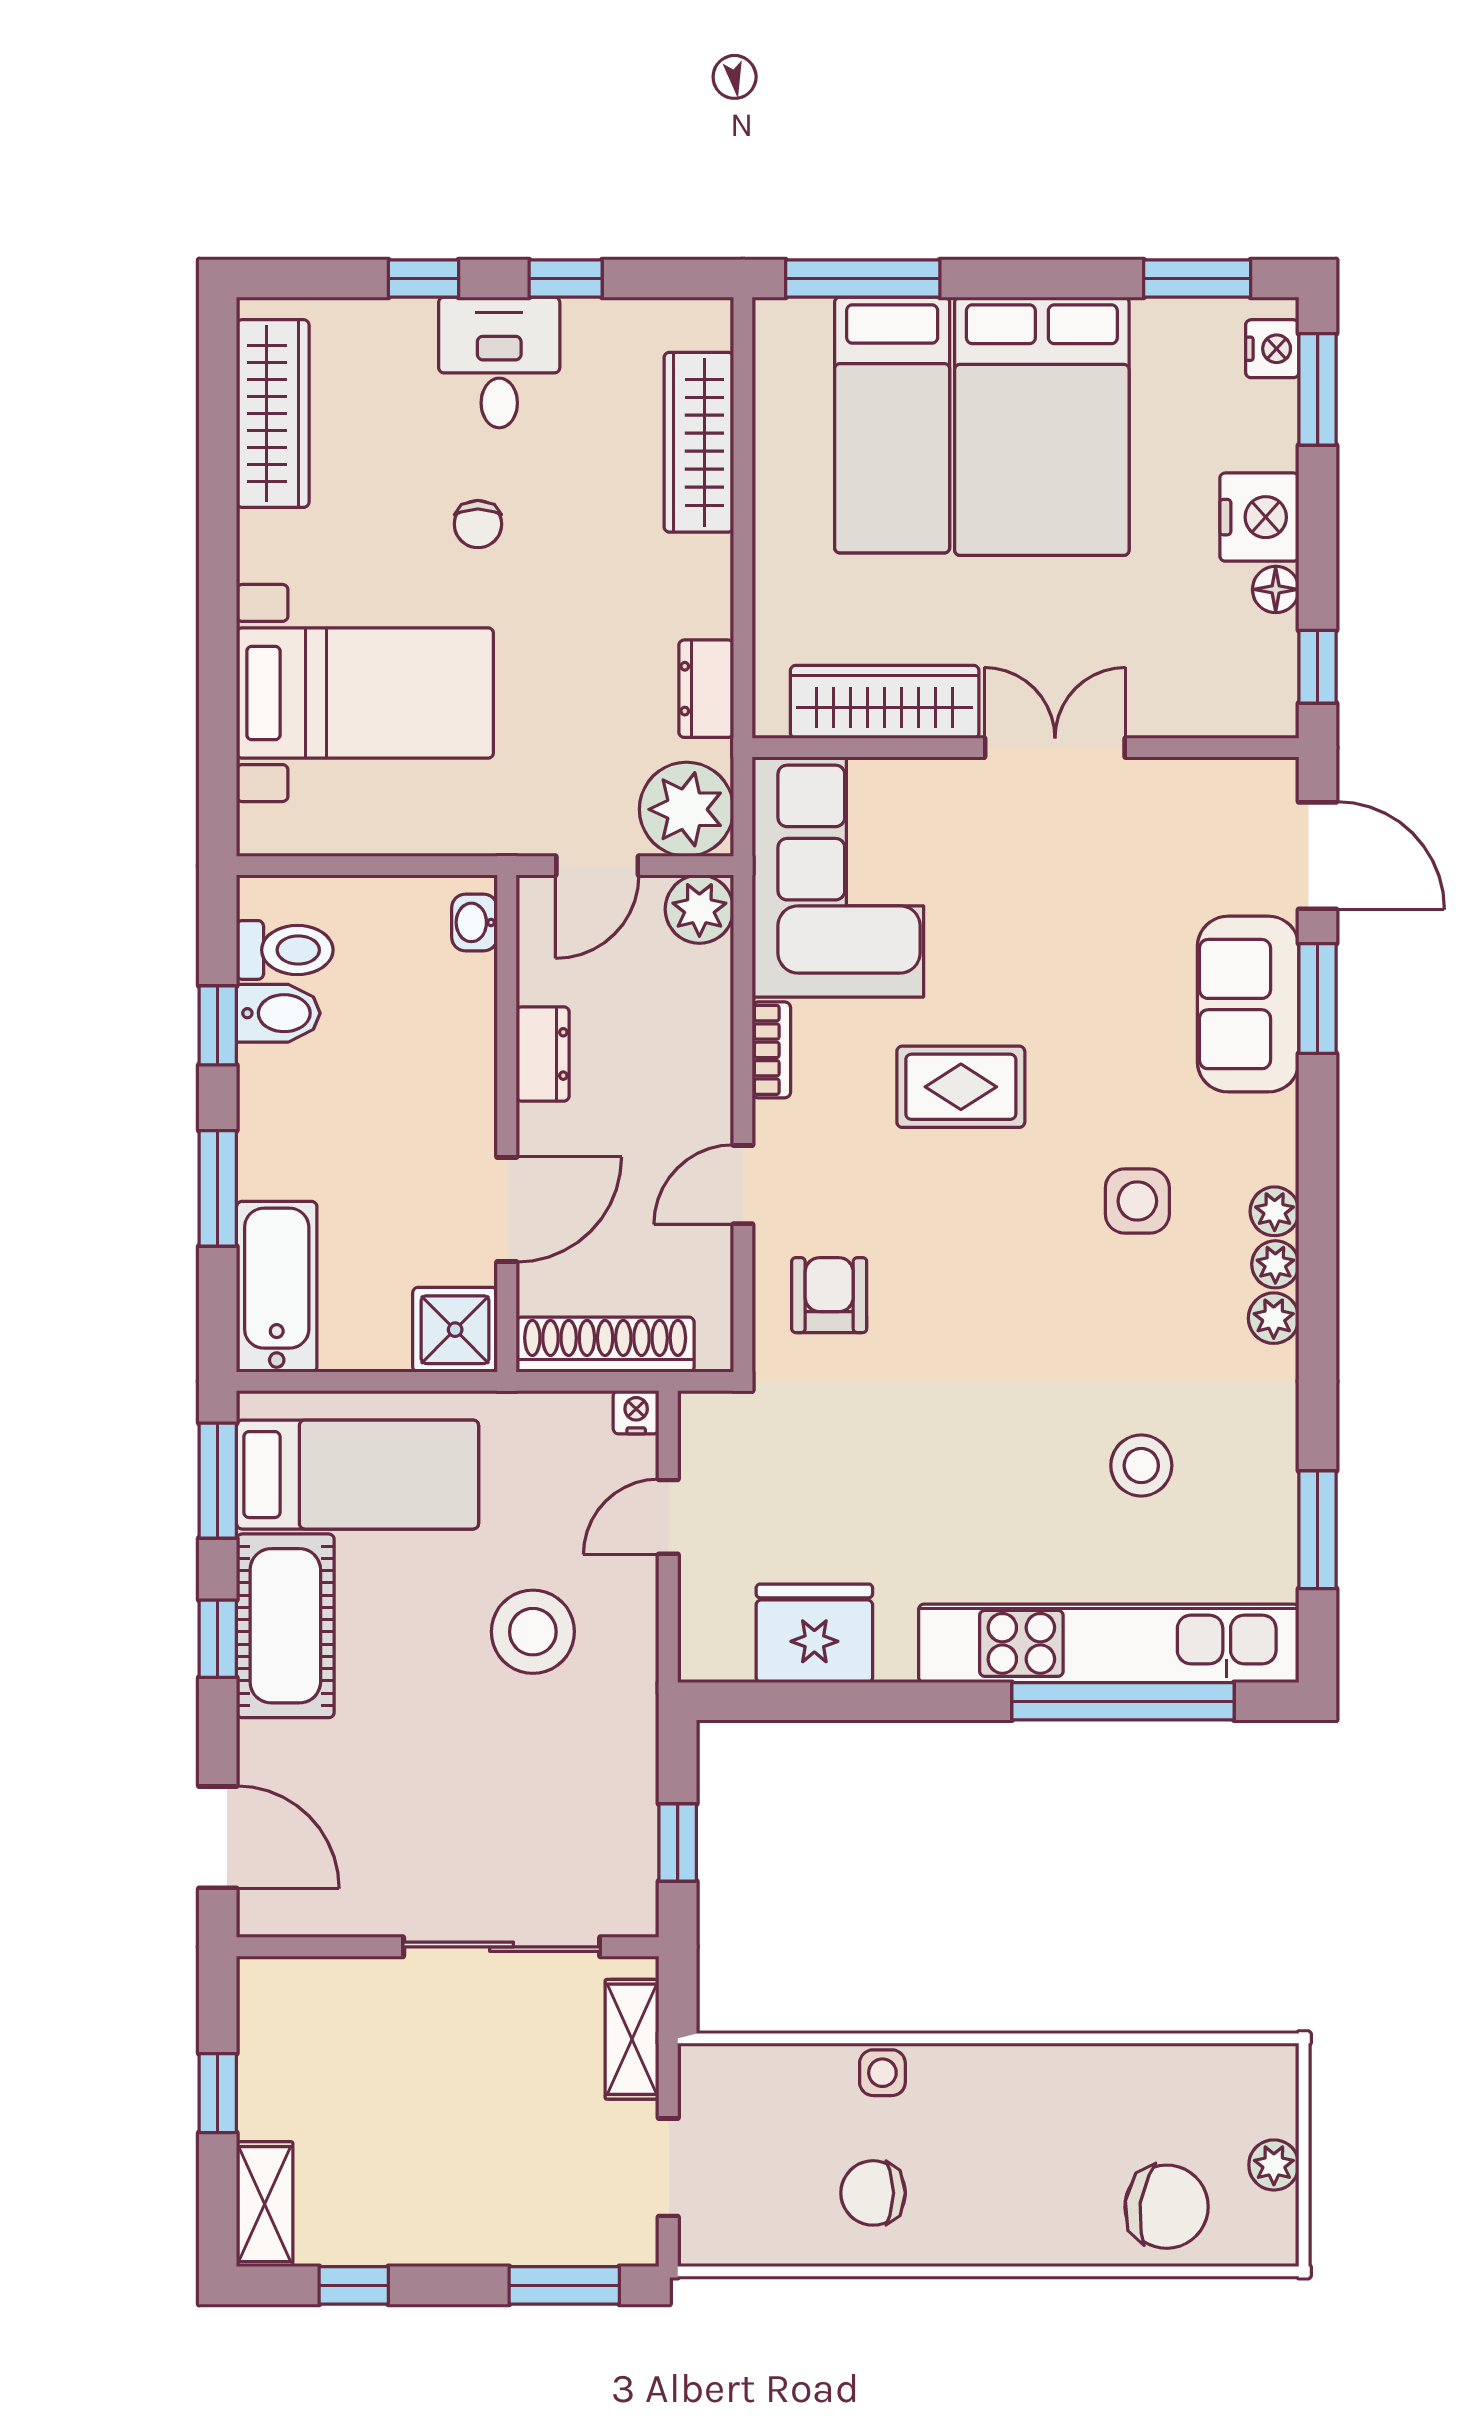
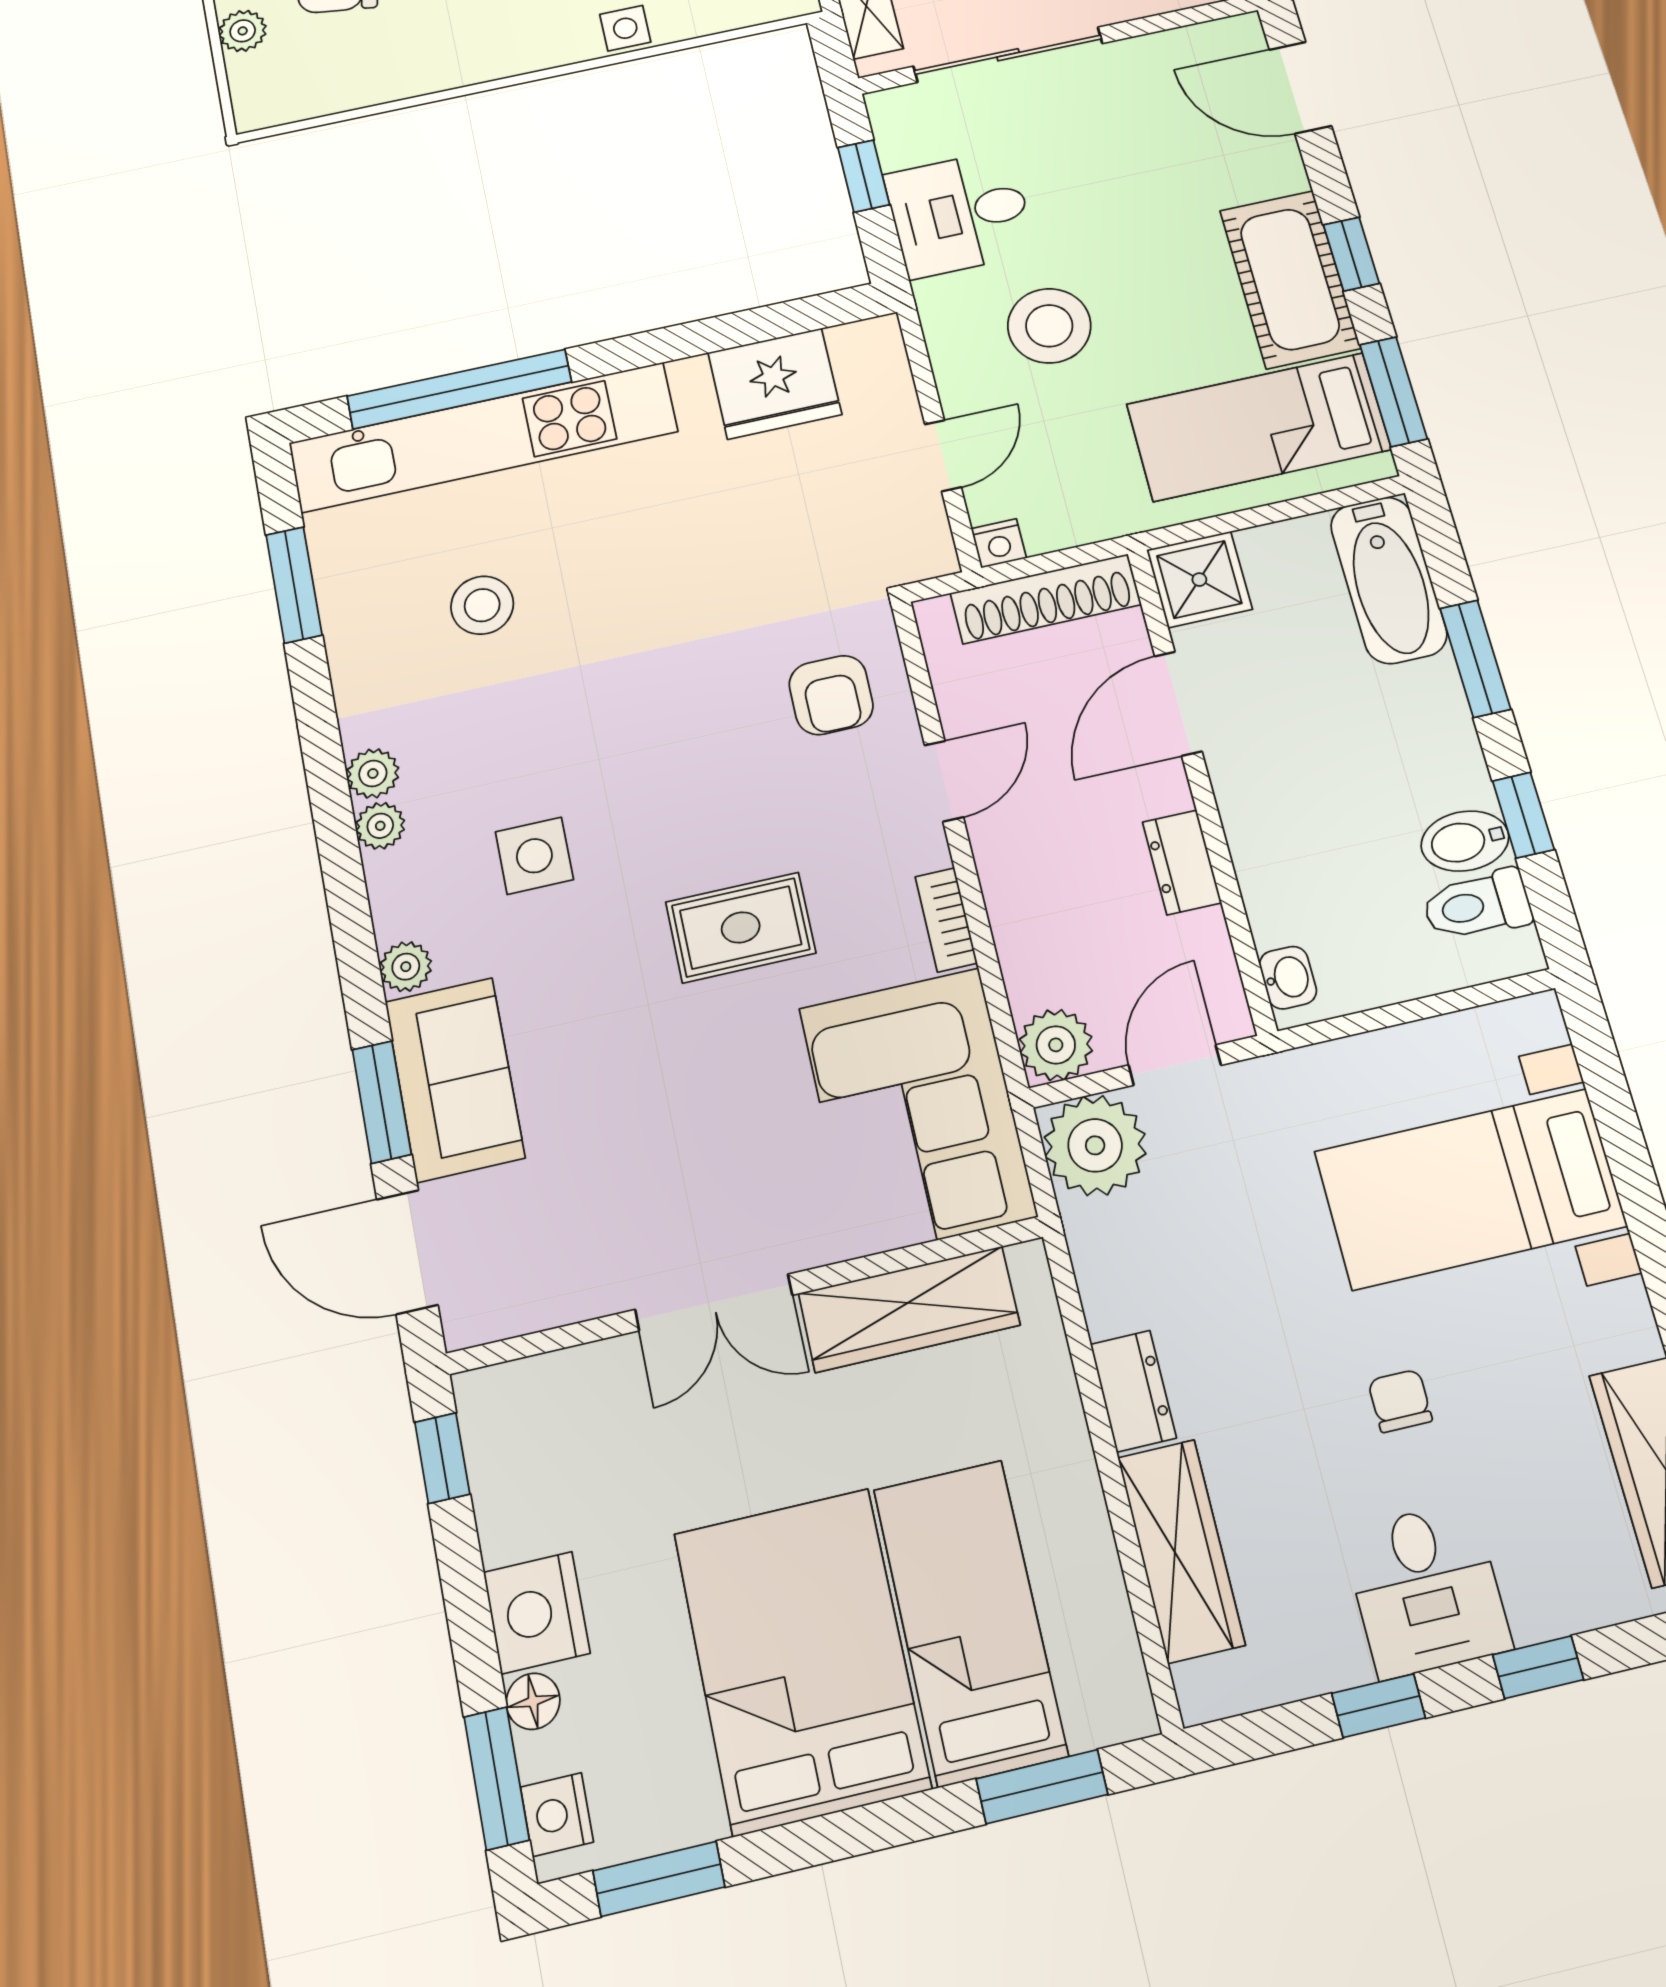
window: (863, 278) -> (1042, 1787), width x0.69
floor lamp: (1276, 589) -> (533, 1701), moved
dresser: (706, 689) -> (1133, 1391), moved
plant: (1275, 1211) -> (406, 967), moved
desk: (592, 1777) -> (960, 214), added

